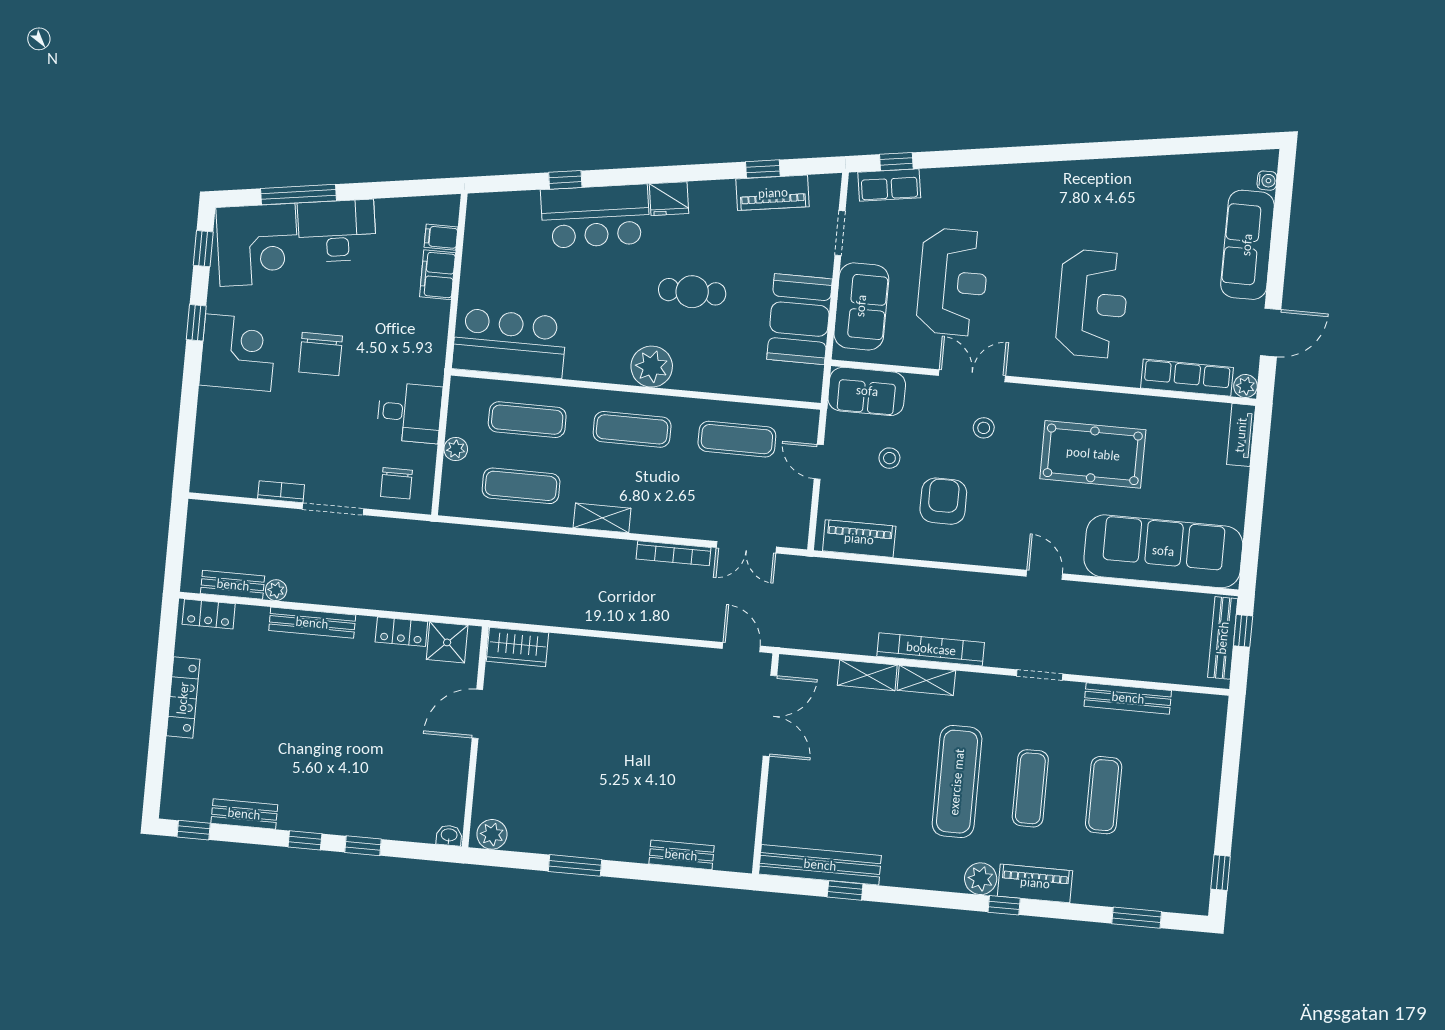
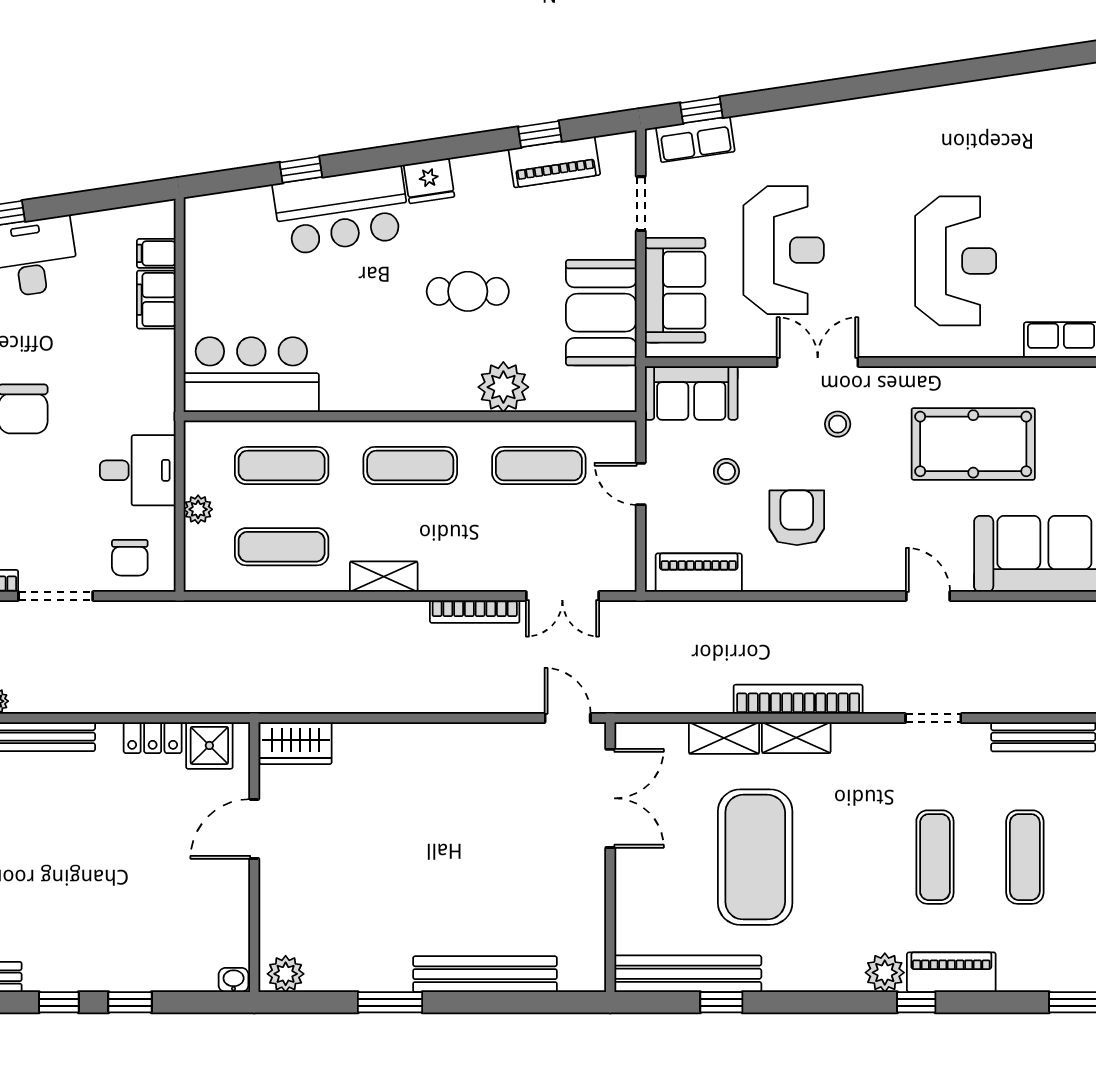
plant: (652, 367) -> (503, 387), moved
exercise mat: (957, 782) -> (755, 857), moved, width x1.47
bench: (681, 855) -> (485, 974), width x1.86, depth x1.21

